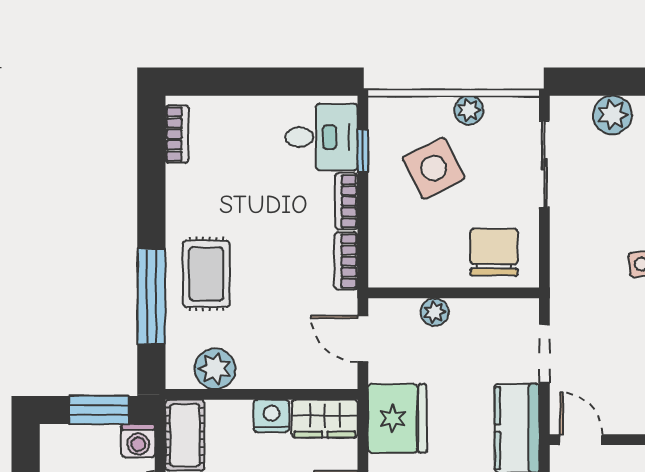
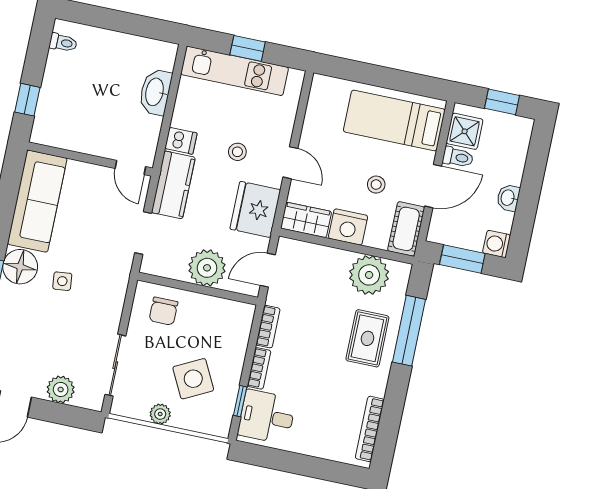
bookcase: (177, 134) -> (370, 429), width x1.56
chair: (494, 252) -> (163, 311), width x0.73, depth x0.73
plant: (435, 312) -> (207, 268), width x1.88, depth x1.88
door: (363, 339) -> (268, 270), swing flipped
plant: (215, 369) -> (369, 275), width x1.36, depth x1.36
nightstand: (271, 416) -> (348, 227), width x1.36, depth x1.33
washing machine: (138, 441) -> (497, 244), moved, turned -90

